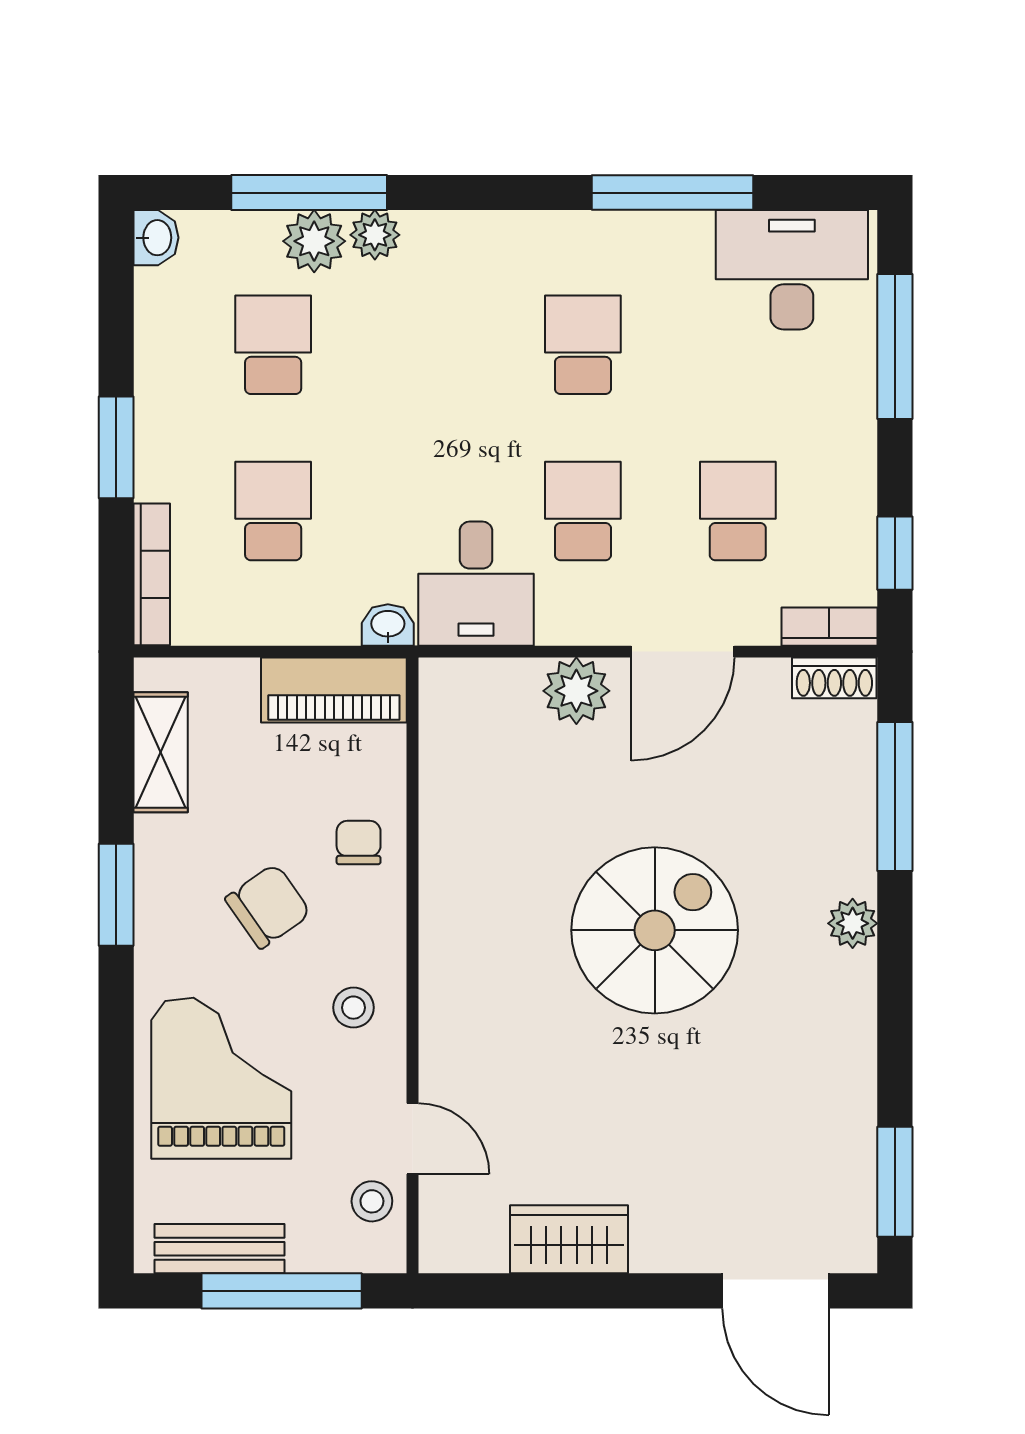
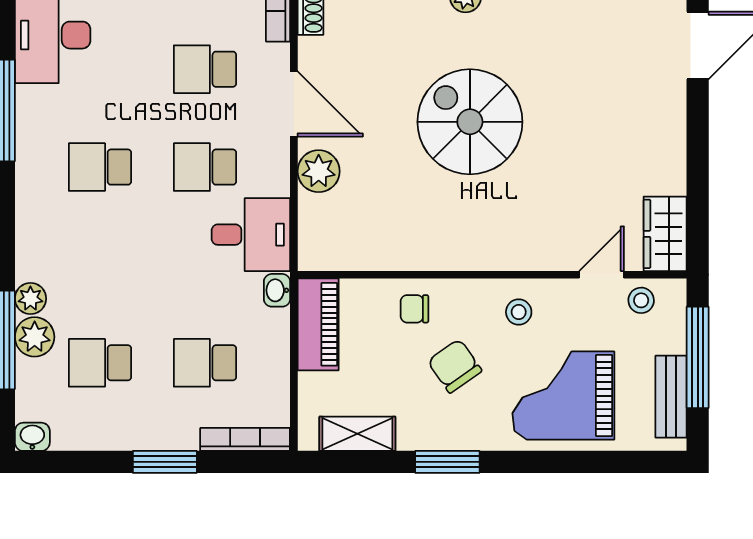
wardrobe: (569, 1239) -> (665, 234), moved

